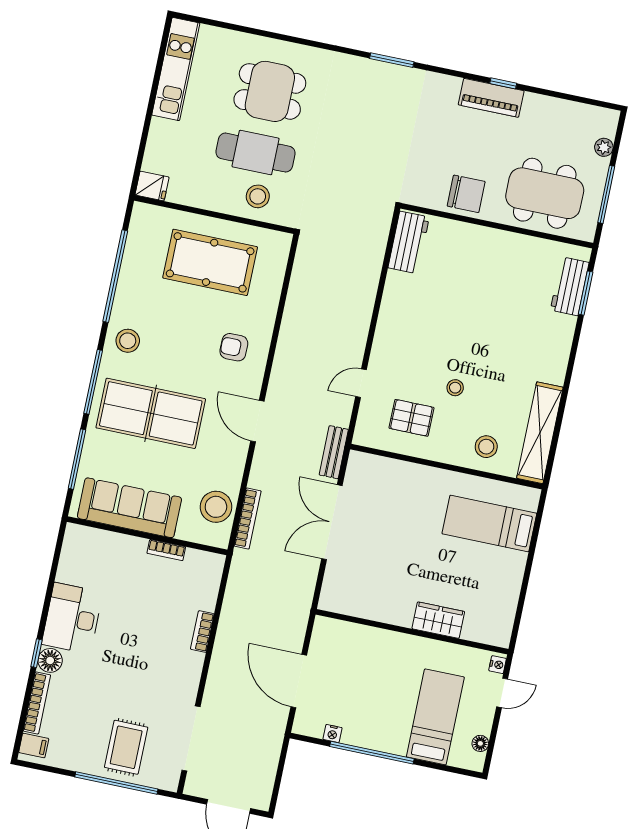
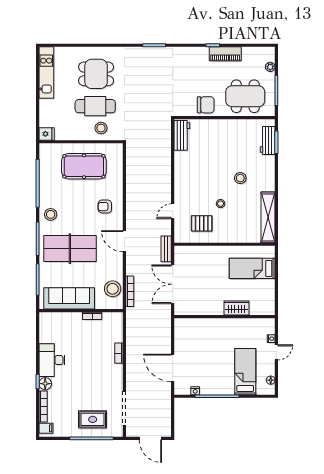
piano: (491, 98) -> (225, 54), moved
stool: (486, 447) -> (240, 178), moved
wardrobe: (438, 620) -> (237, 308), moved
wall: (412, 632) -> (224, 317), moved
rug: (126, 747) -> (93, 419), turned 90

